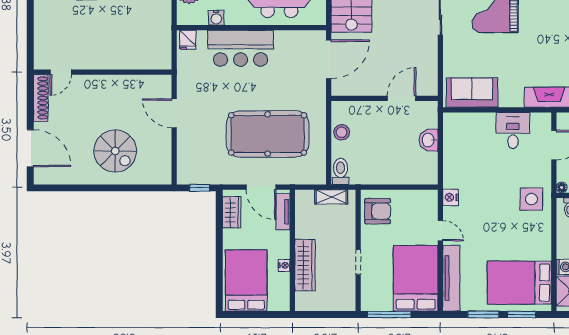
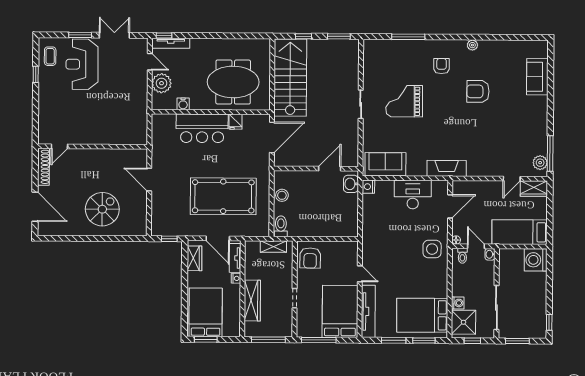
fridge: (188, 40) -> (235, 122), moved
desk: (513, 130) -> (413, 195), width x1.37
washbasin: (429, 140) -> (351, 184), moved
spiral stairs: (115, 151) -> (102, 209), turned -90
nightstand: (451, 197) -> (368, 187), moved
armchair: (378, 211) -> (310, 258), turned 91
nightstand: (284, 265) -> (236, 278), moved
window: (247, 314) -> (206, 339), added
window: (325, 314) -> (268, 340), added

